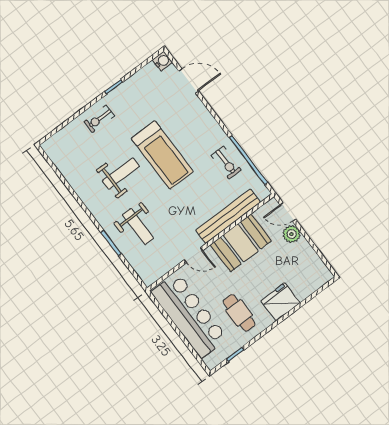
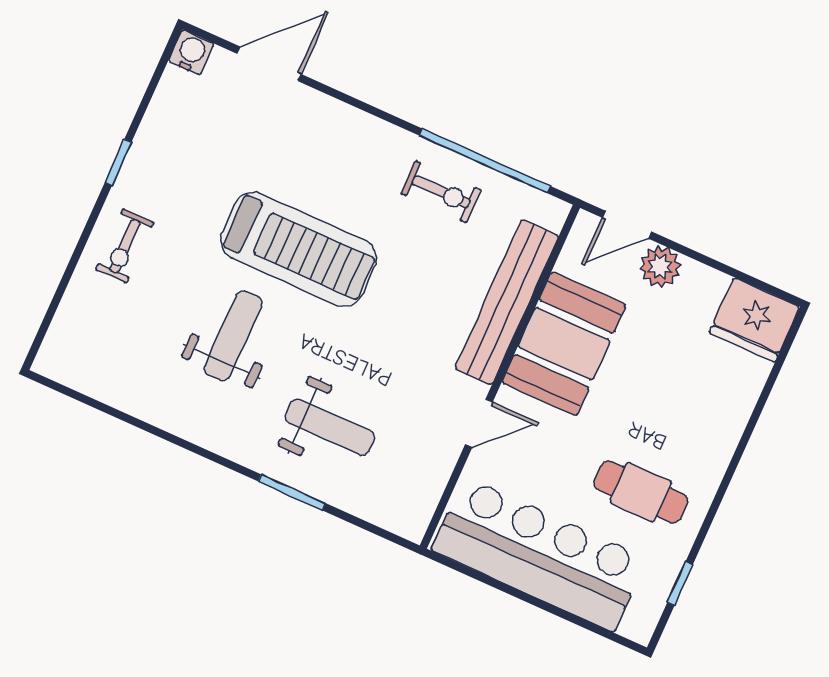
fridge: (280, 302) -> (754, 320), moved, turned -90

